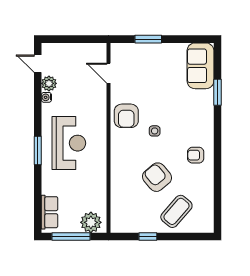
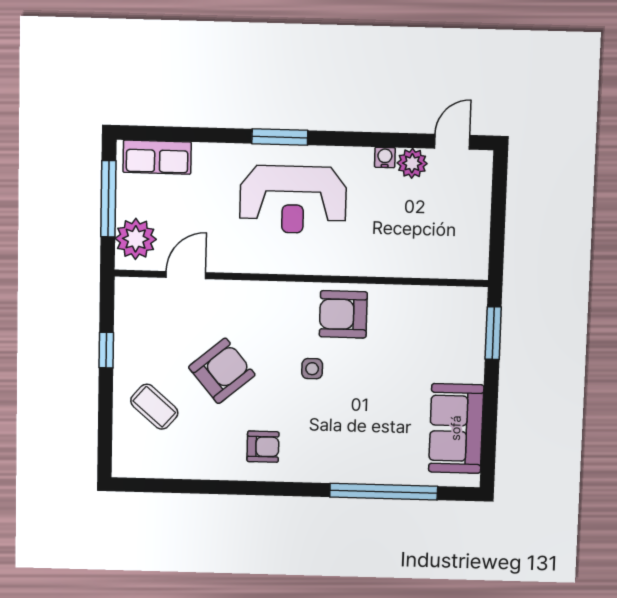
window: (148, 39) -> (493, 333), moved
sofa: (200, 66) -> (456, 428), moved, turned -90
door: (108, 73) -> (186, 275), moved
window: (217, 92) -> (384, 492), width x2.11
armchair: (196, 155) -> (263, 447), turned 90
coffee table: (176, 211) -> (154, 407), width x0.73, depth x0.77

